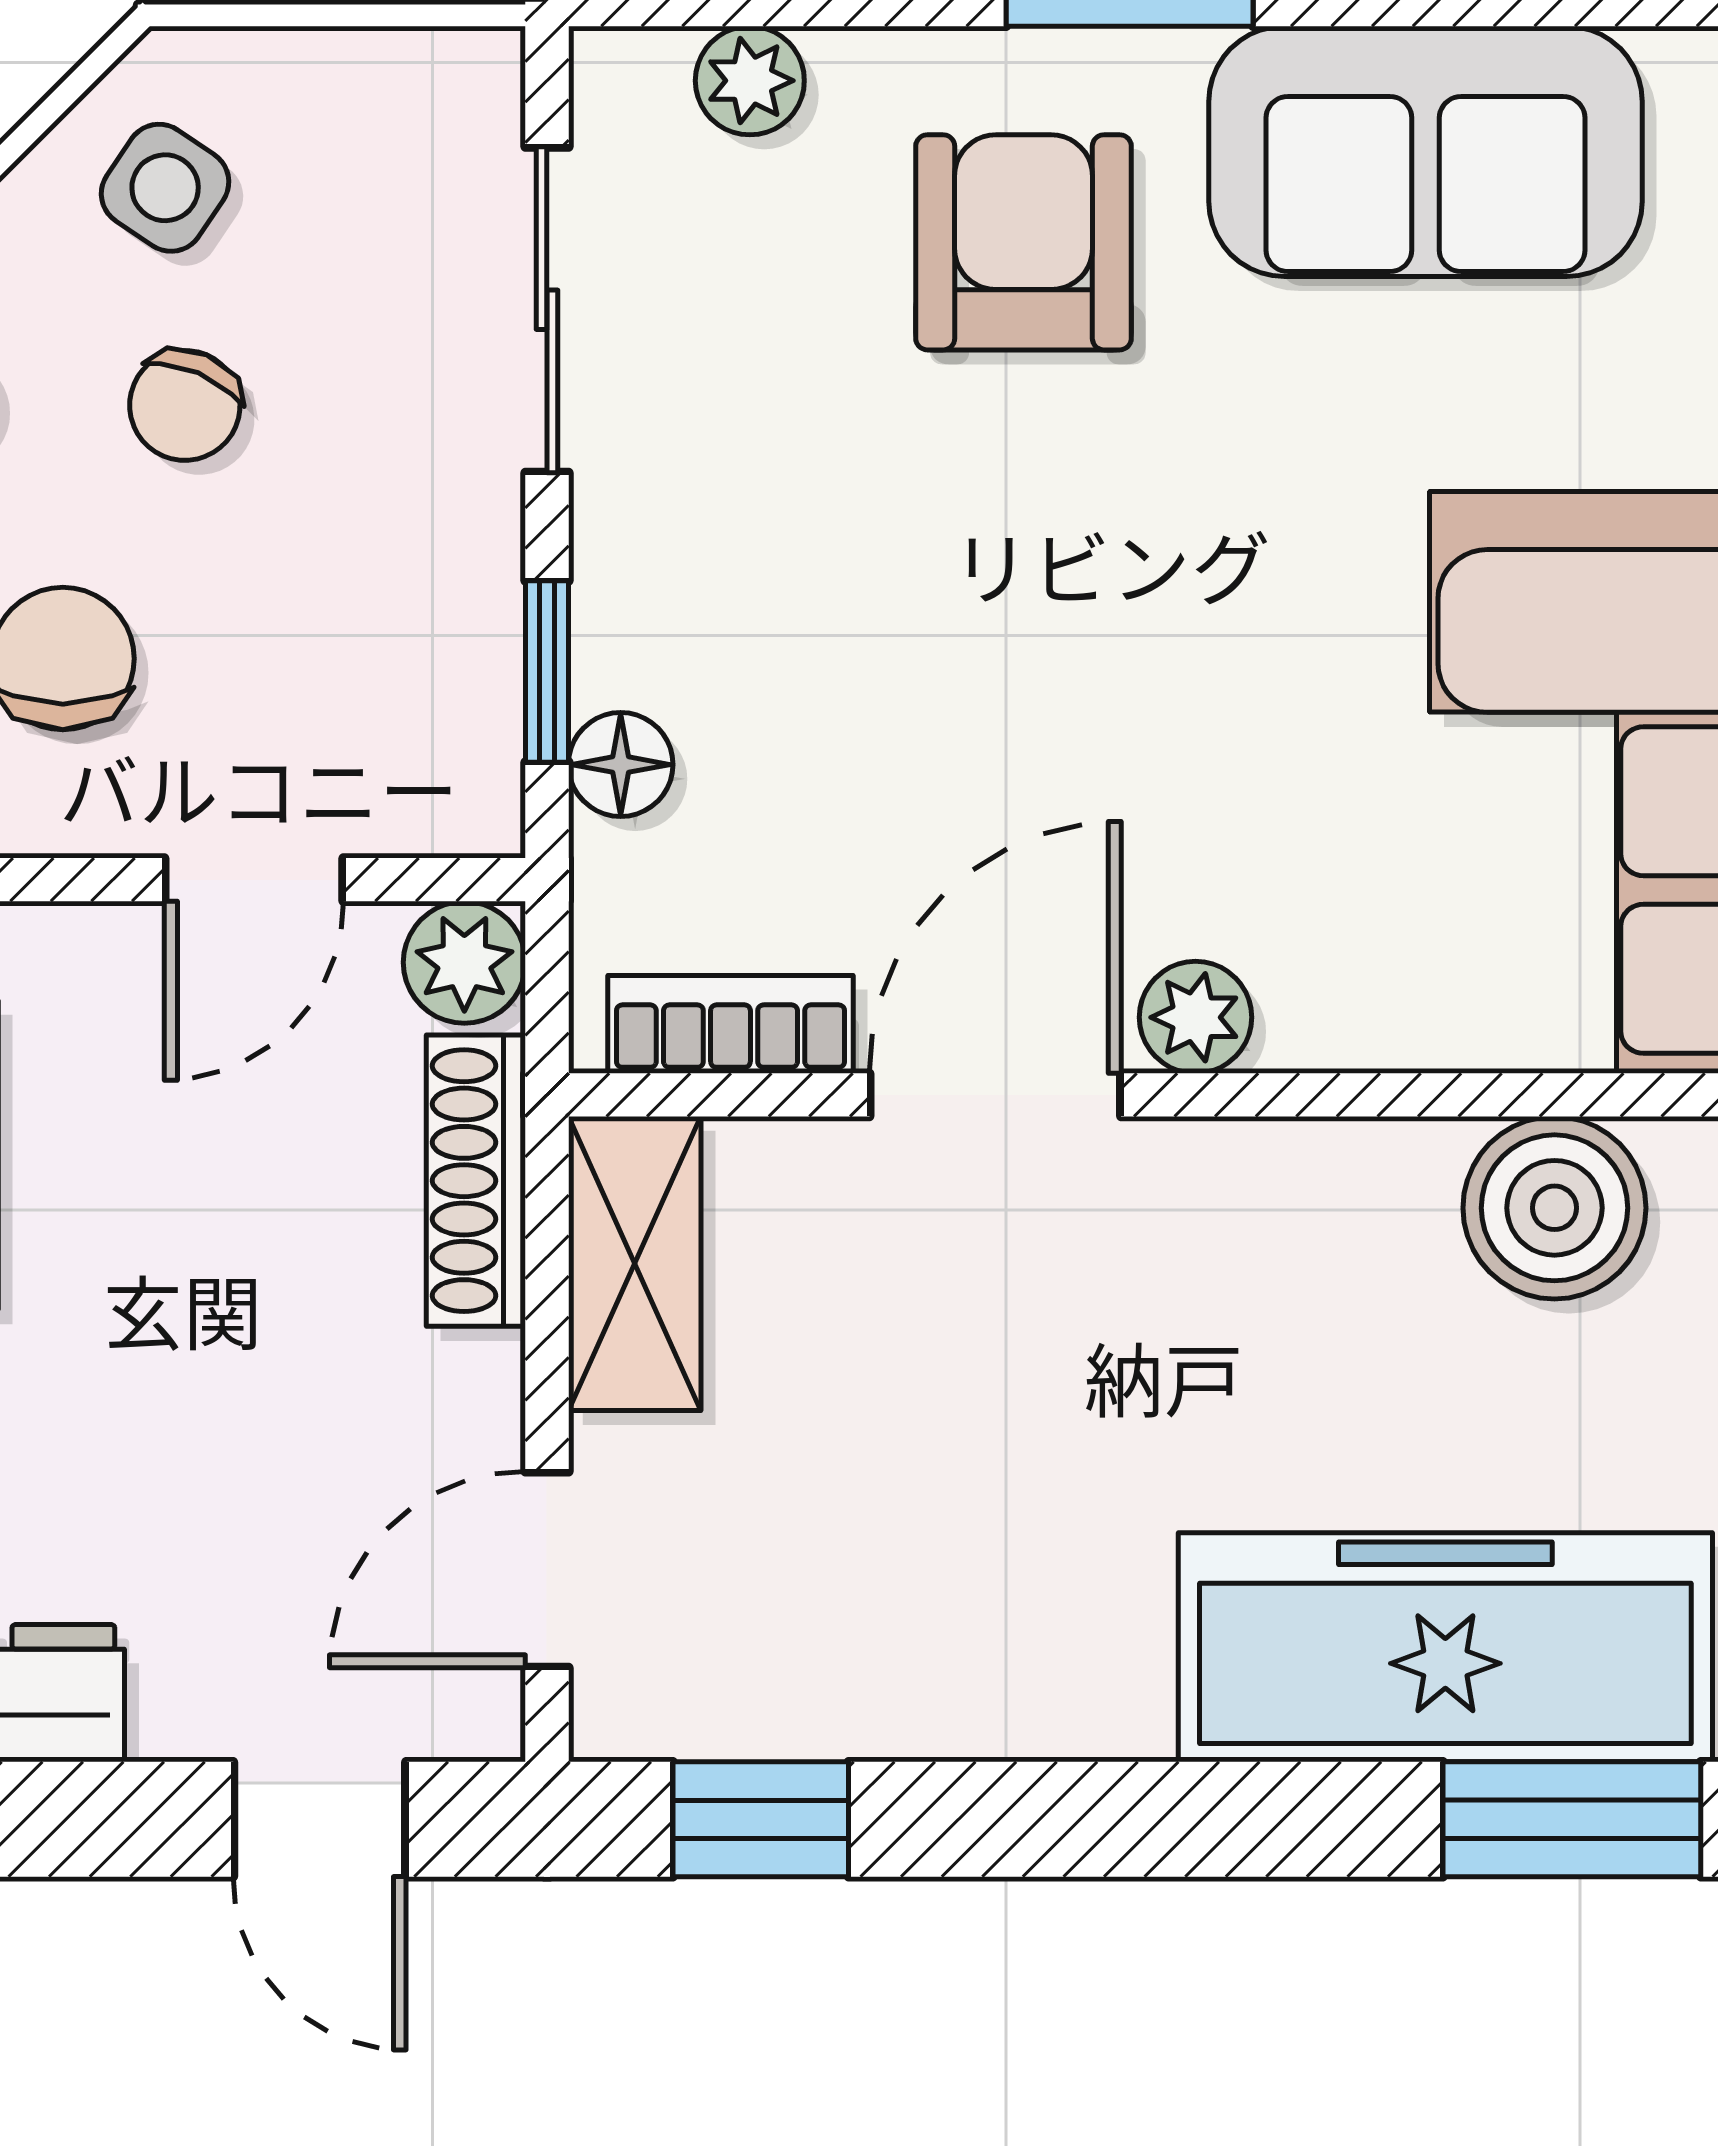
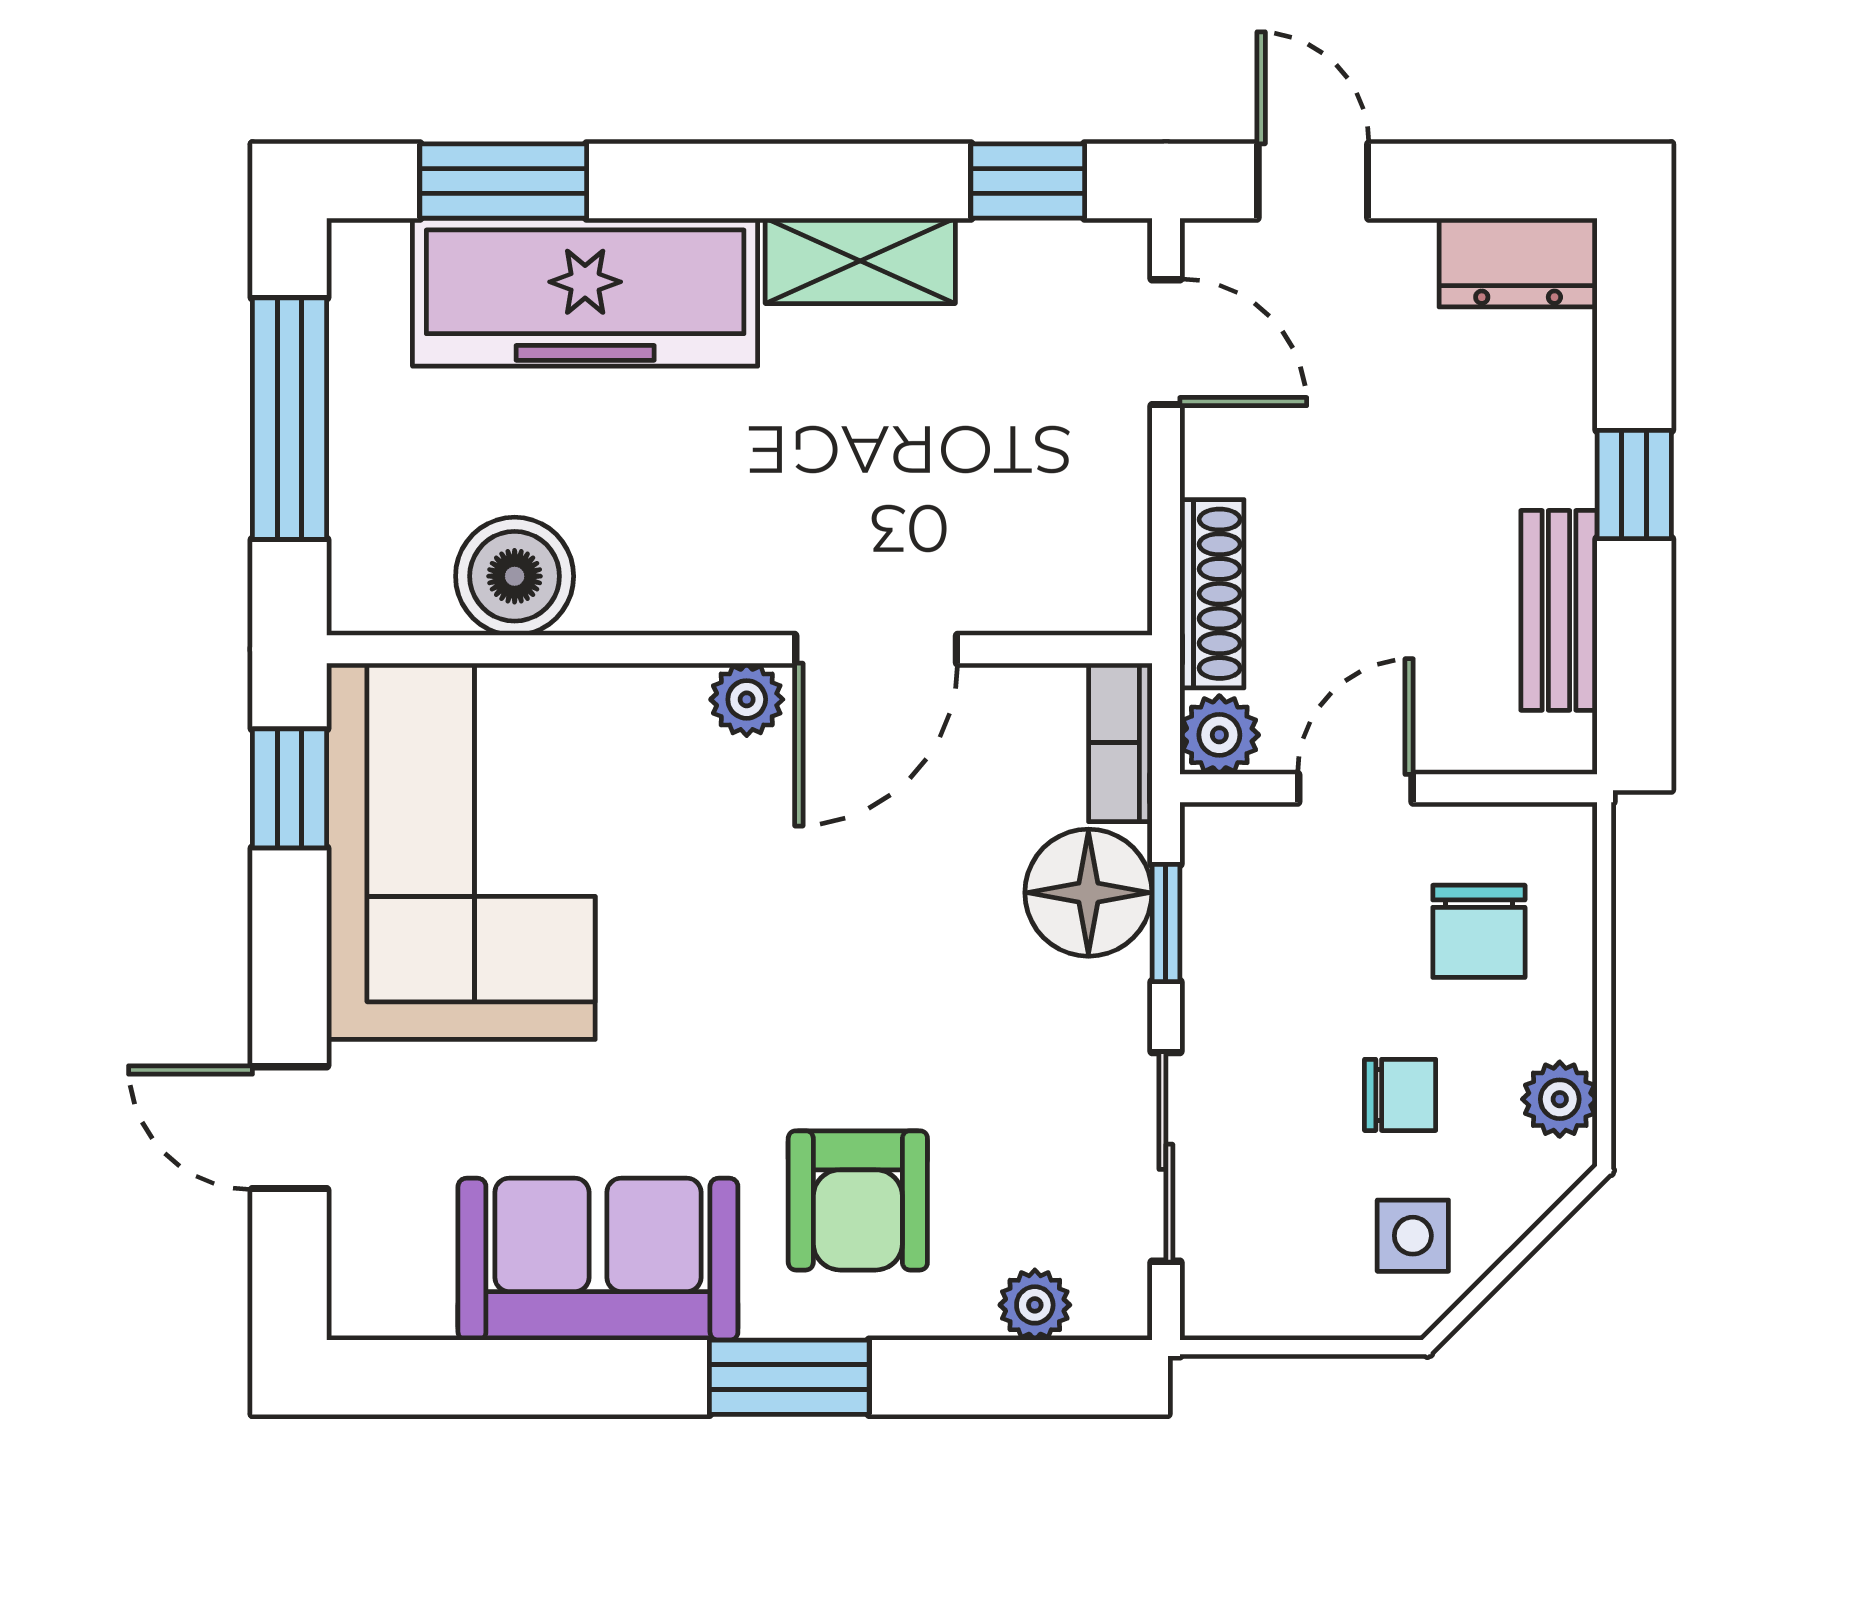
side table: (165, 188) -> (1413, 1236), turned -34
chair: (185, 405) -> (1400, 1095), turned 67
floor lamp: (621, 765) -> (1088, 893), width x1.89, depth x1.89
bookcase: (730, 1024) -> (1120, 742), moved, turned 90
shelving: (635, 1264) -> (860, 261), moved, turned 90
door: (547, 1570) -> (1166, 342), hinge flipped

